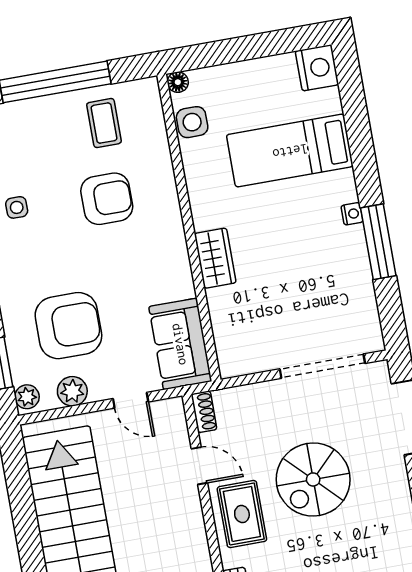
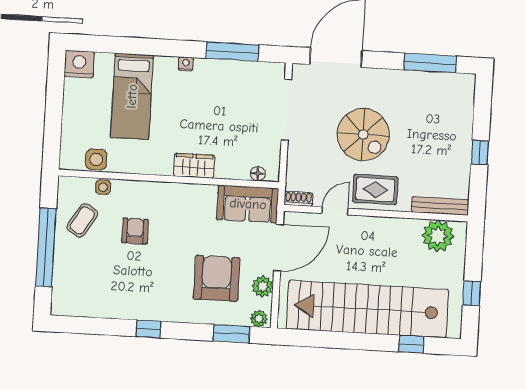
floor lamp: (178, 82) -> (258, 174), moved
coffee table: (104, 123) -> (82, 220), turned -58
armchair: (107, 199) -> (135, 231), width x0.72, depth x0.72
side table: (17, 207) -> (103, 187), moved
window: (378, 242) -> (232, 52), moved
door: (131, 400) -> (278, 248), width x1.88

